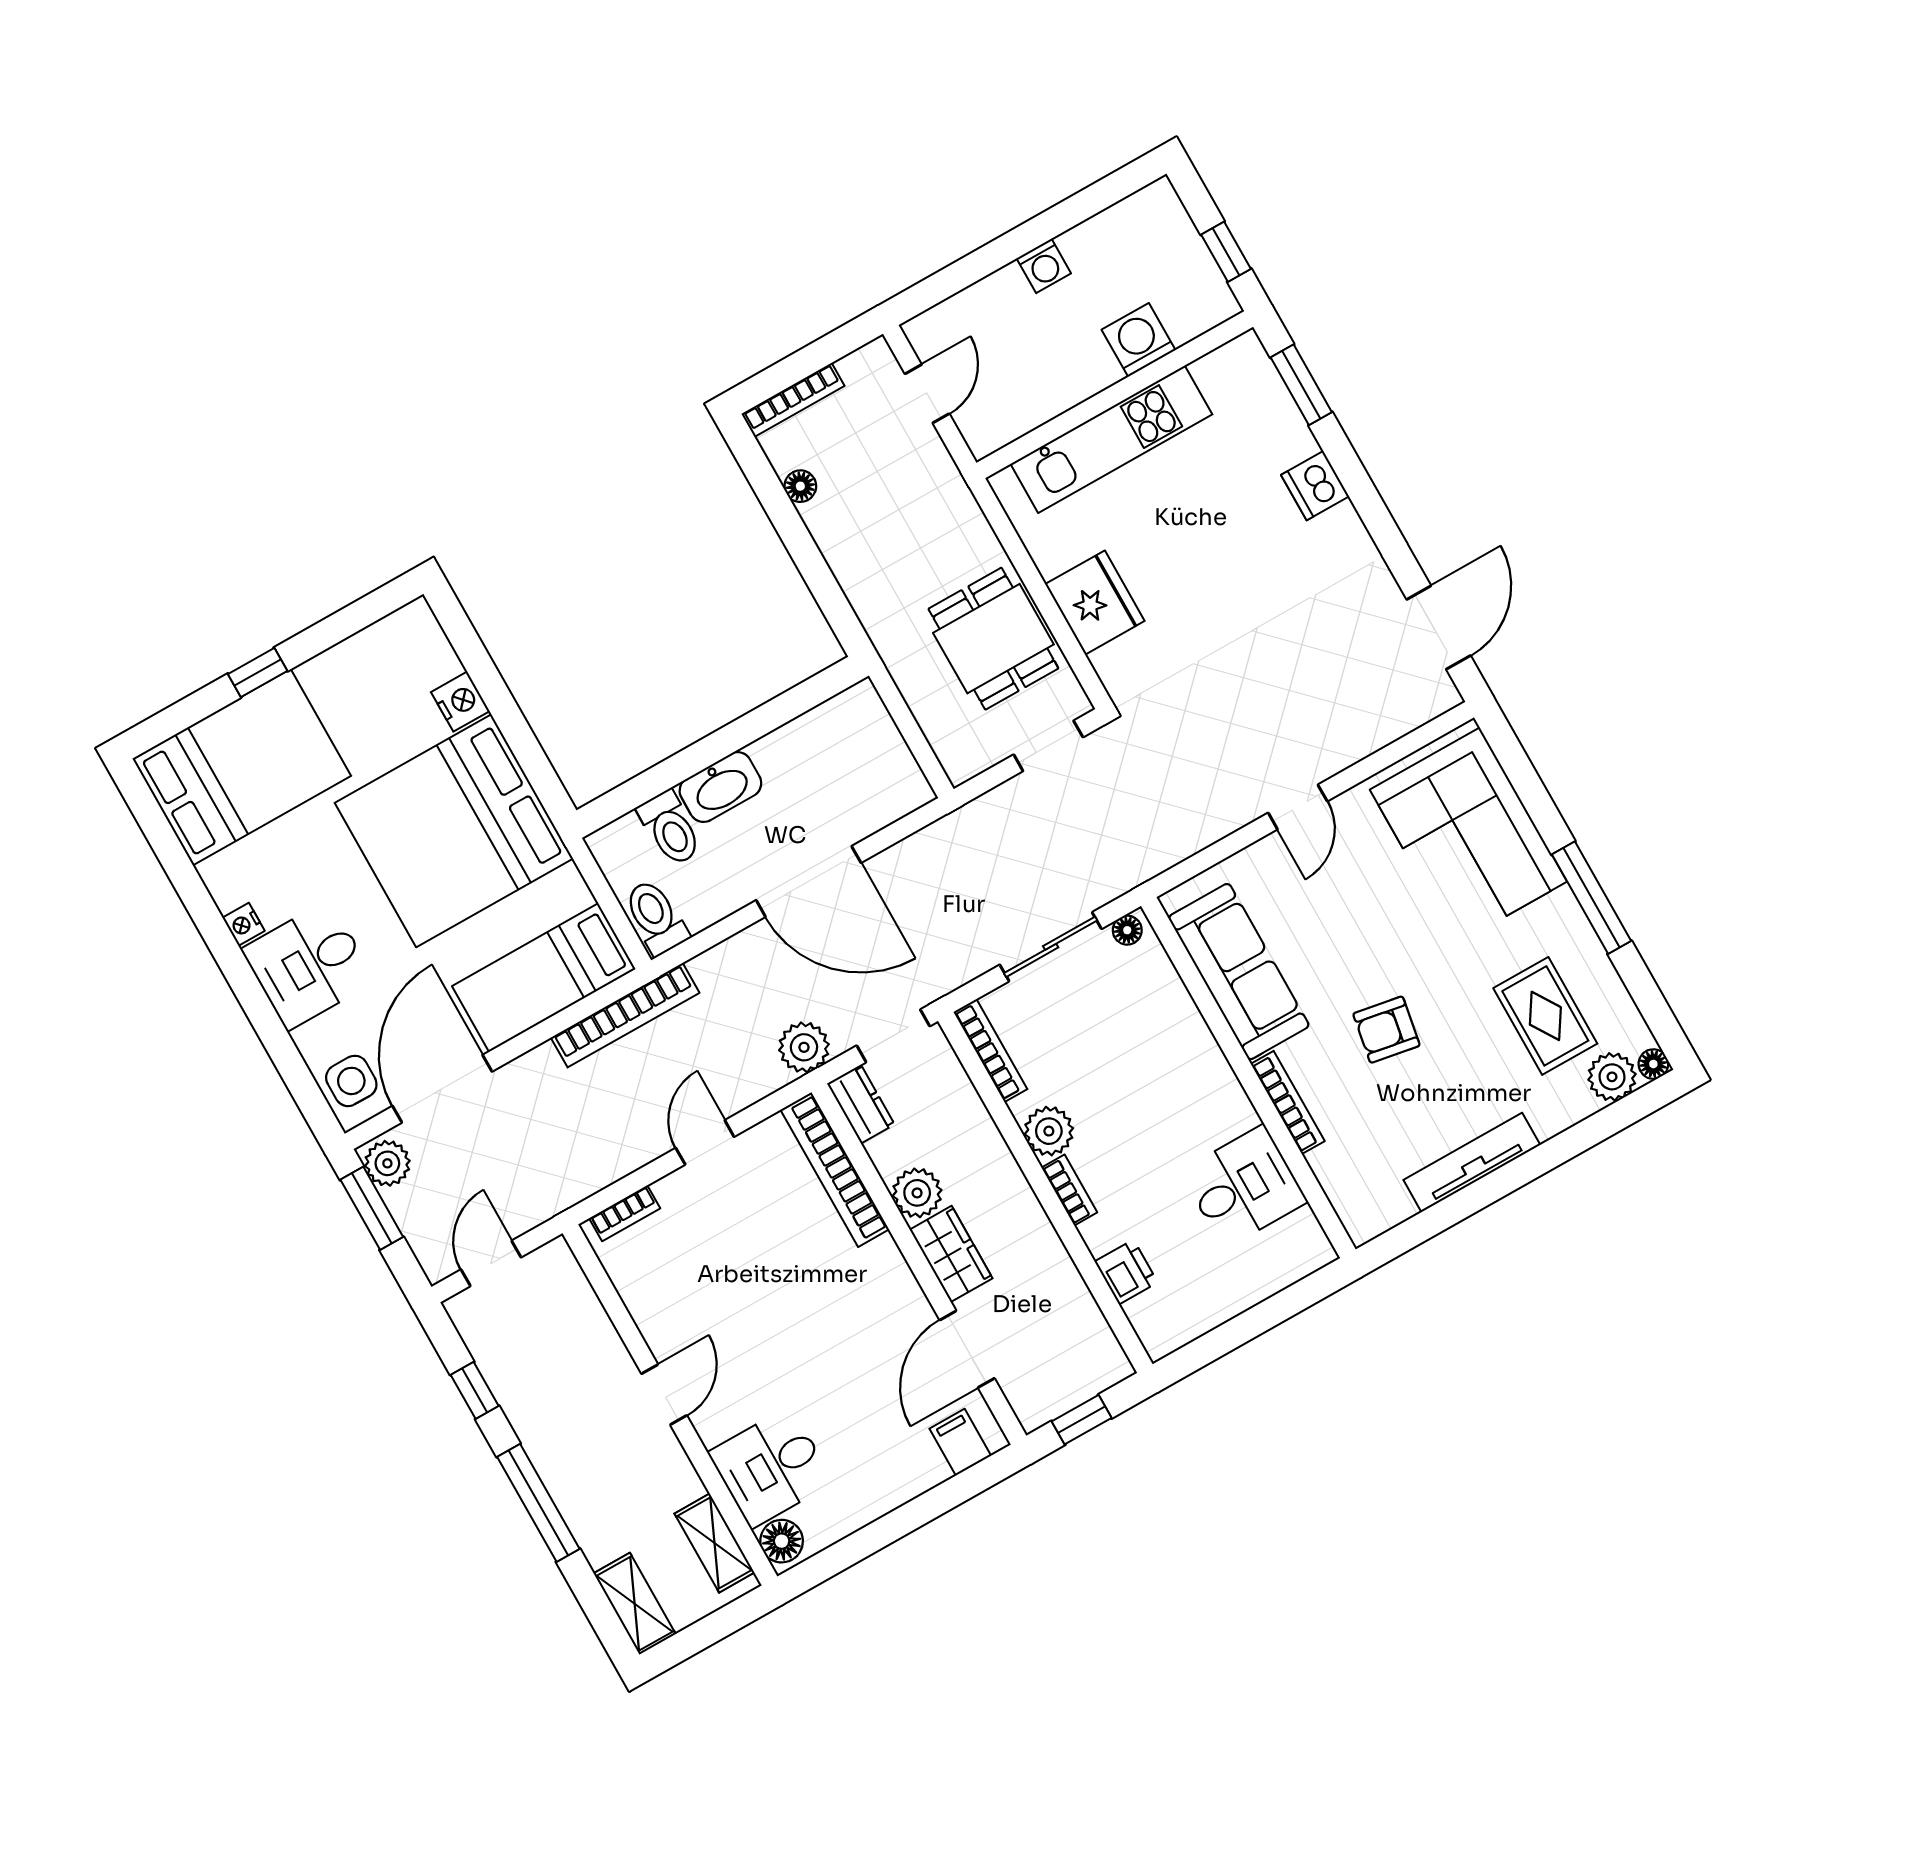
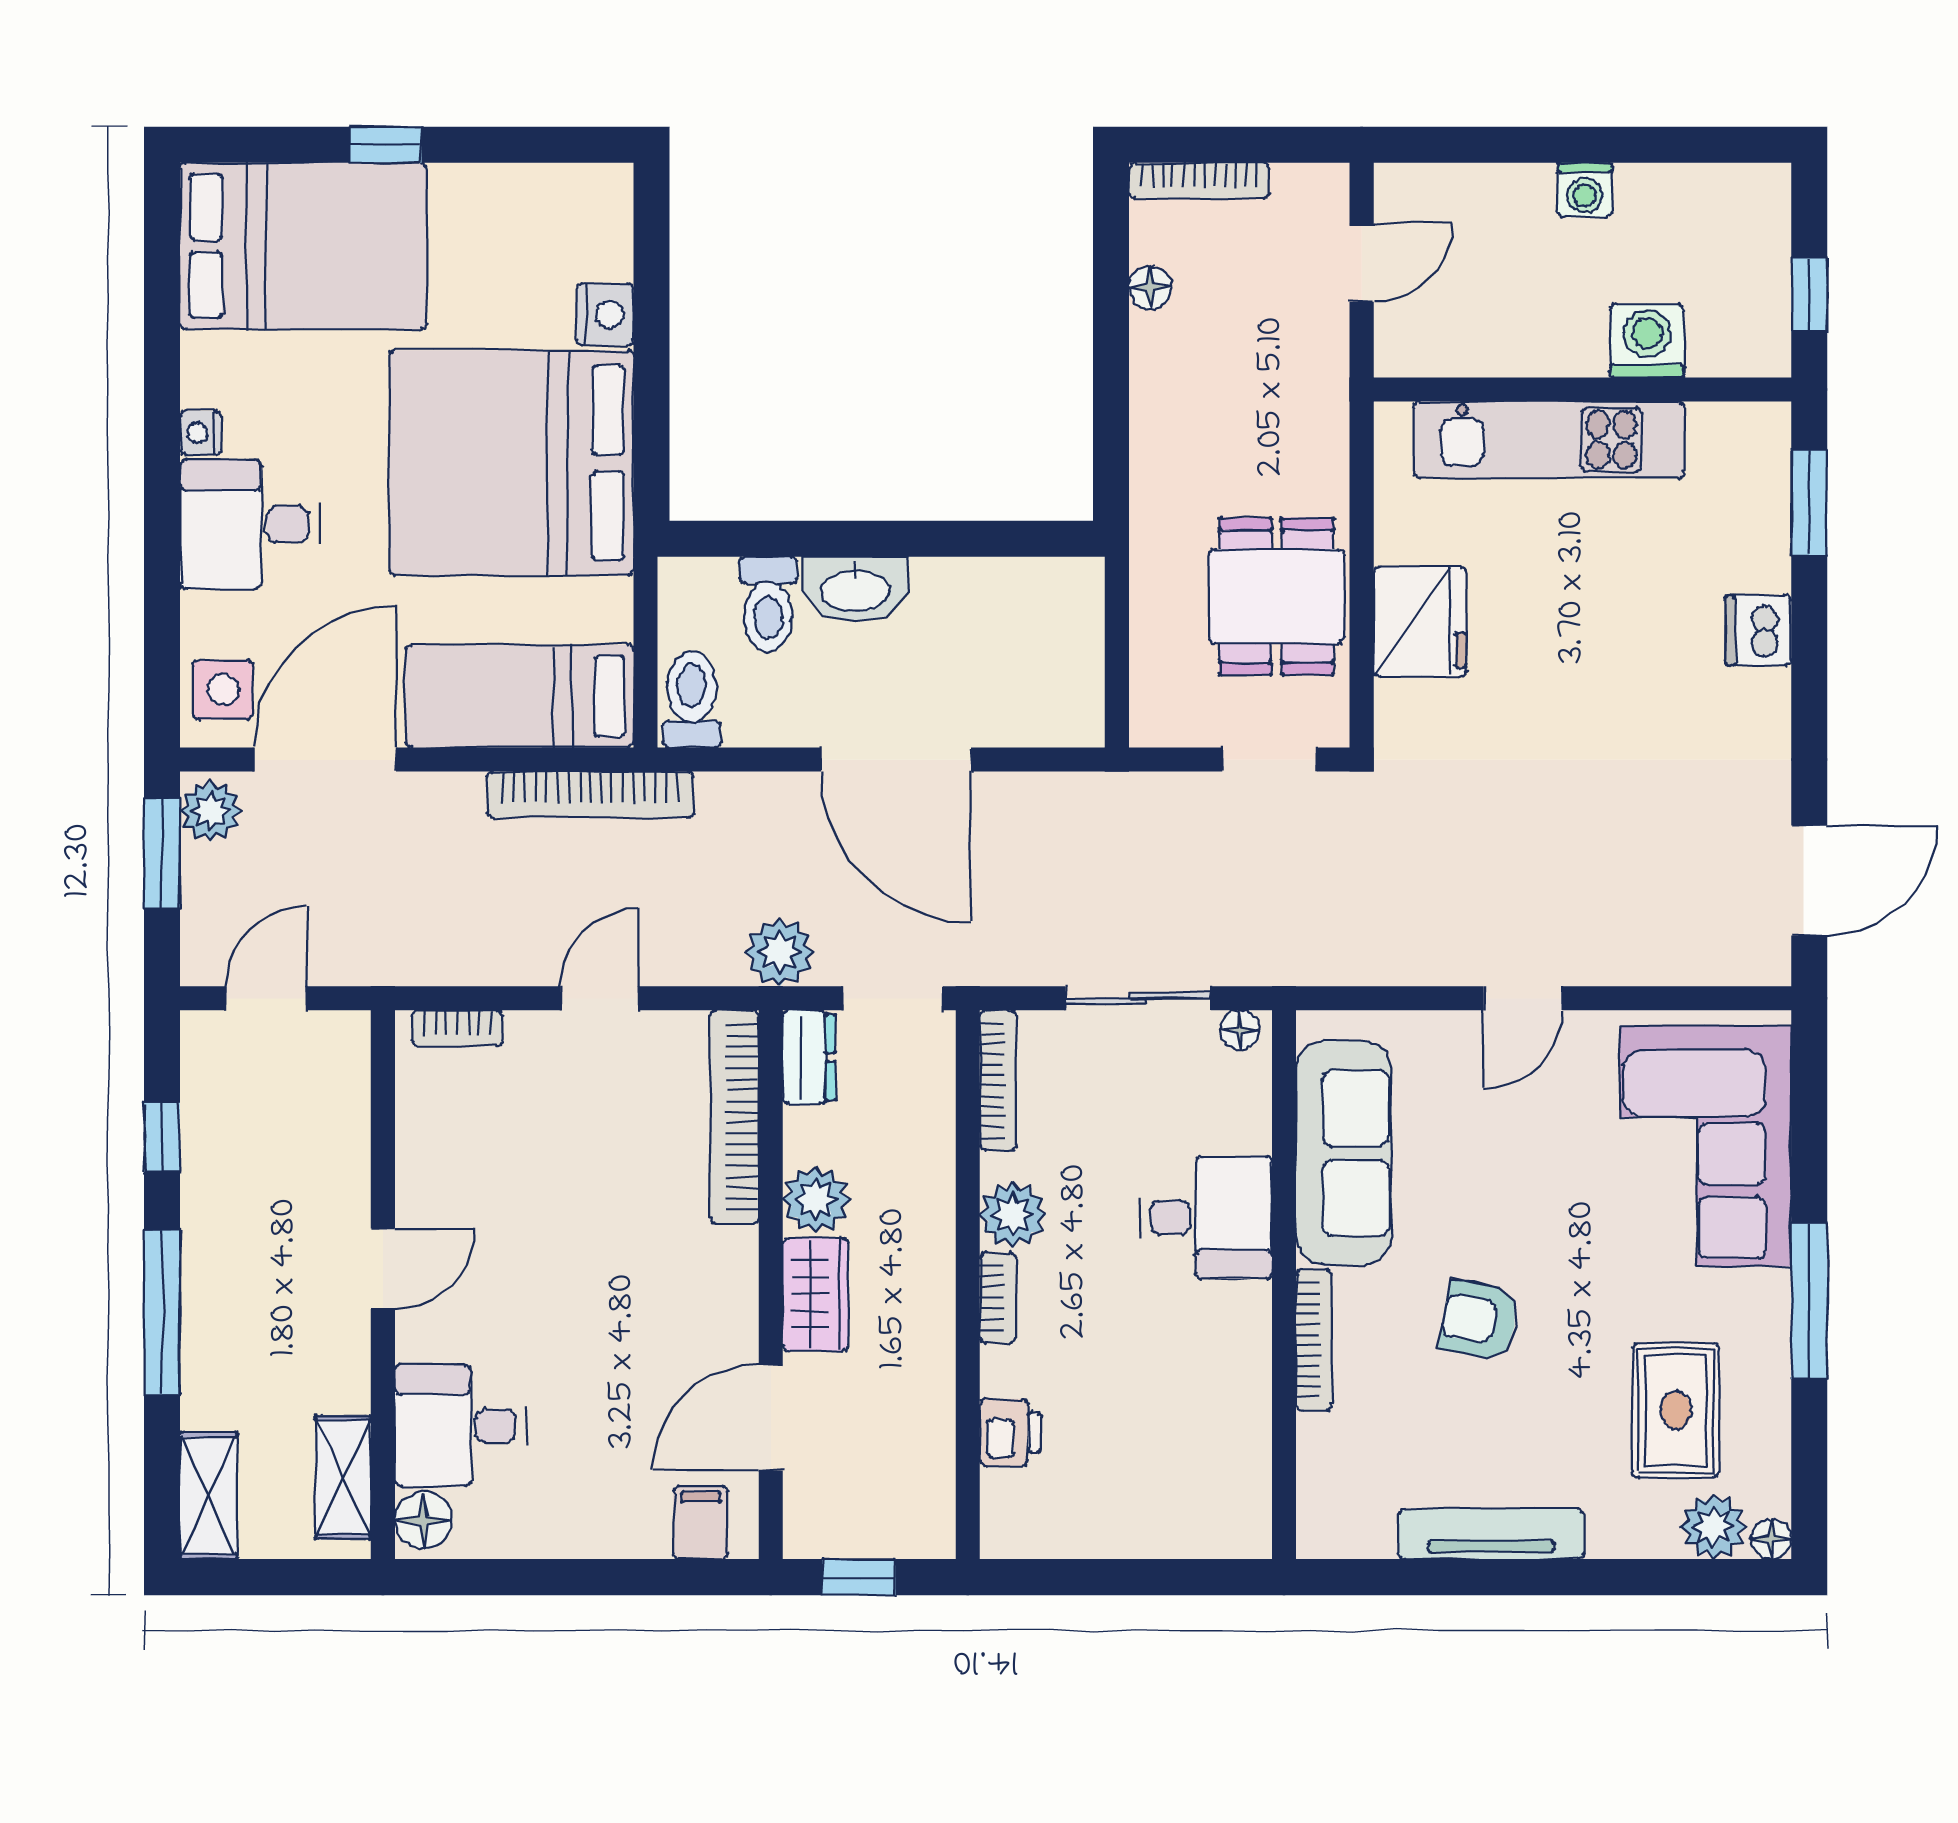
desk: (1244, 1187) -> (1206, 1217), moved

